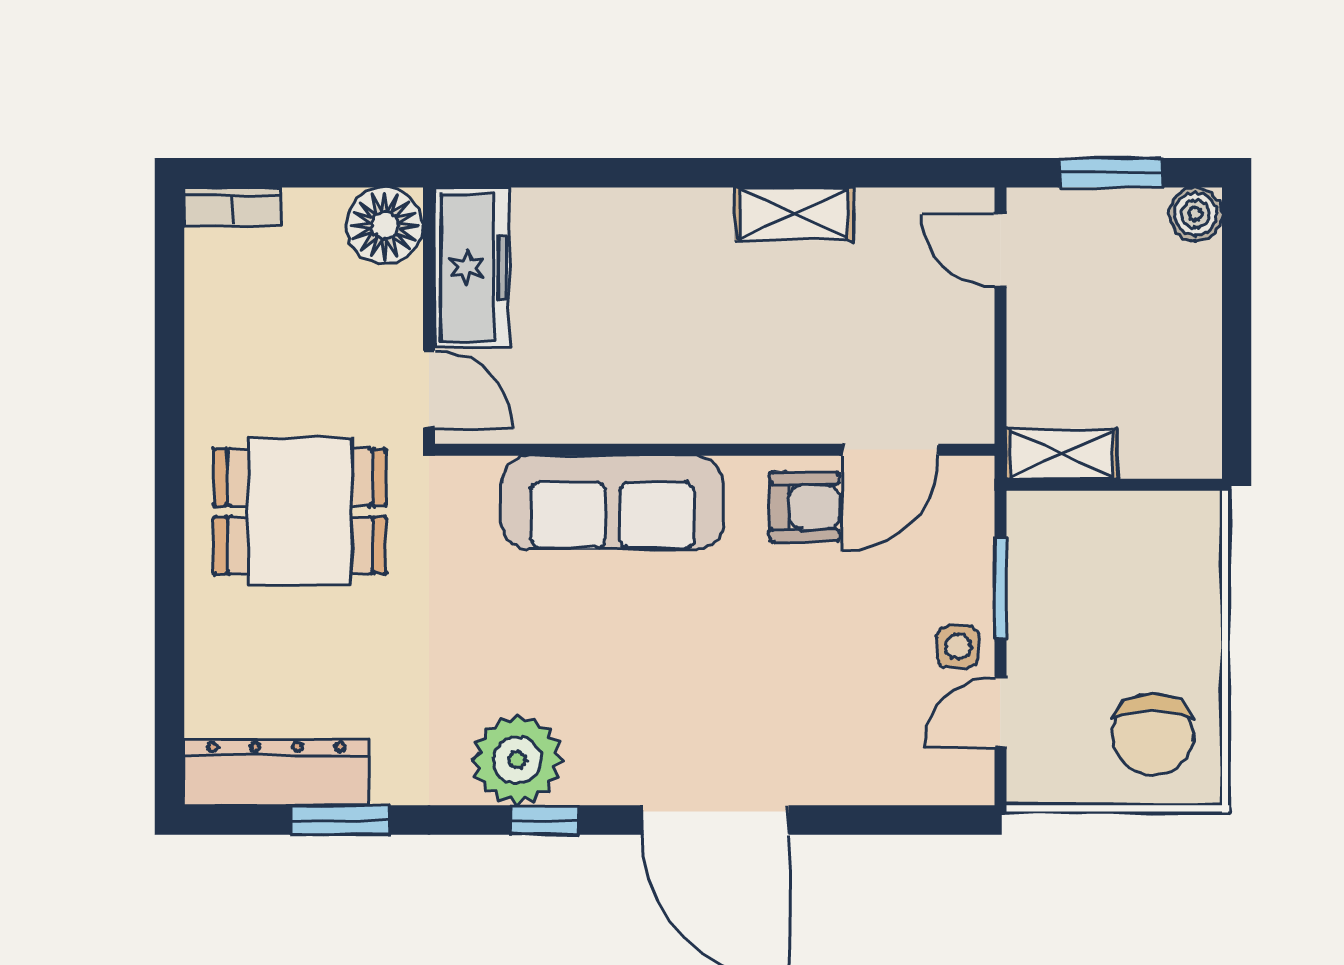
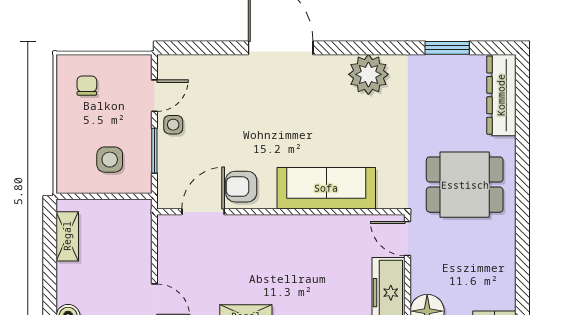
shelving: (1062, 454) -> (67, 236), moved, turned 90
side table: (1101, 568) -> (110, 160), added
chair: (1153, 735) -> (87, 86), width x0.54, depth x0.54
dresser: (276, 773) -> (501, 95), moved, turned 90
window: (545, 820) -> (356, 48), removed

